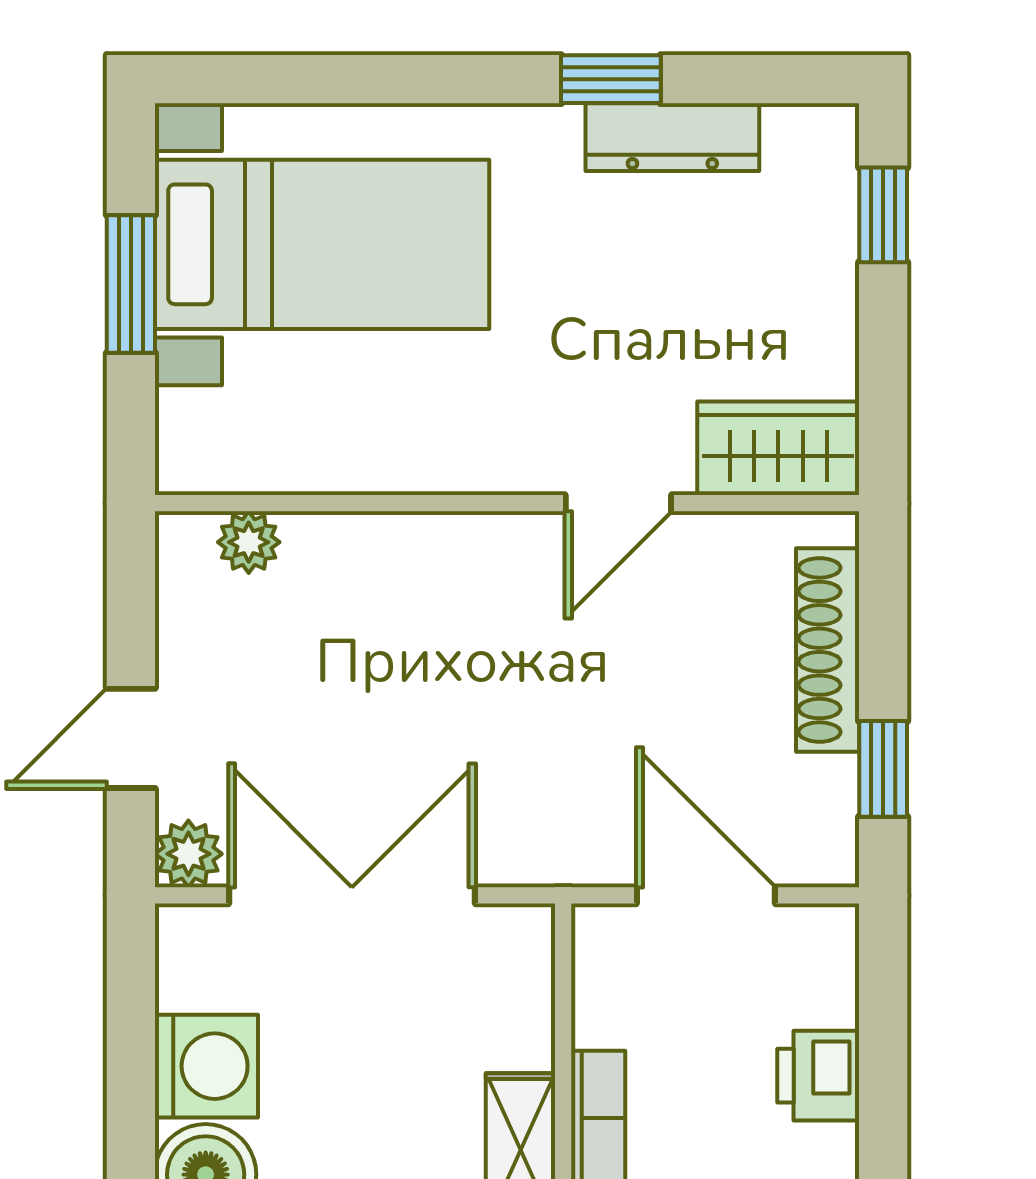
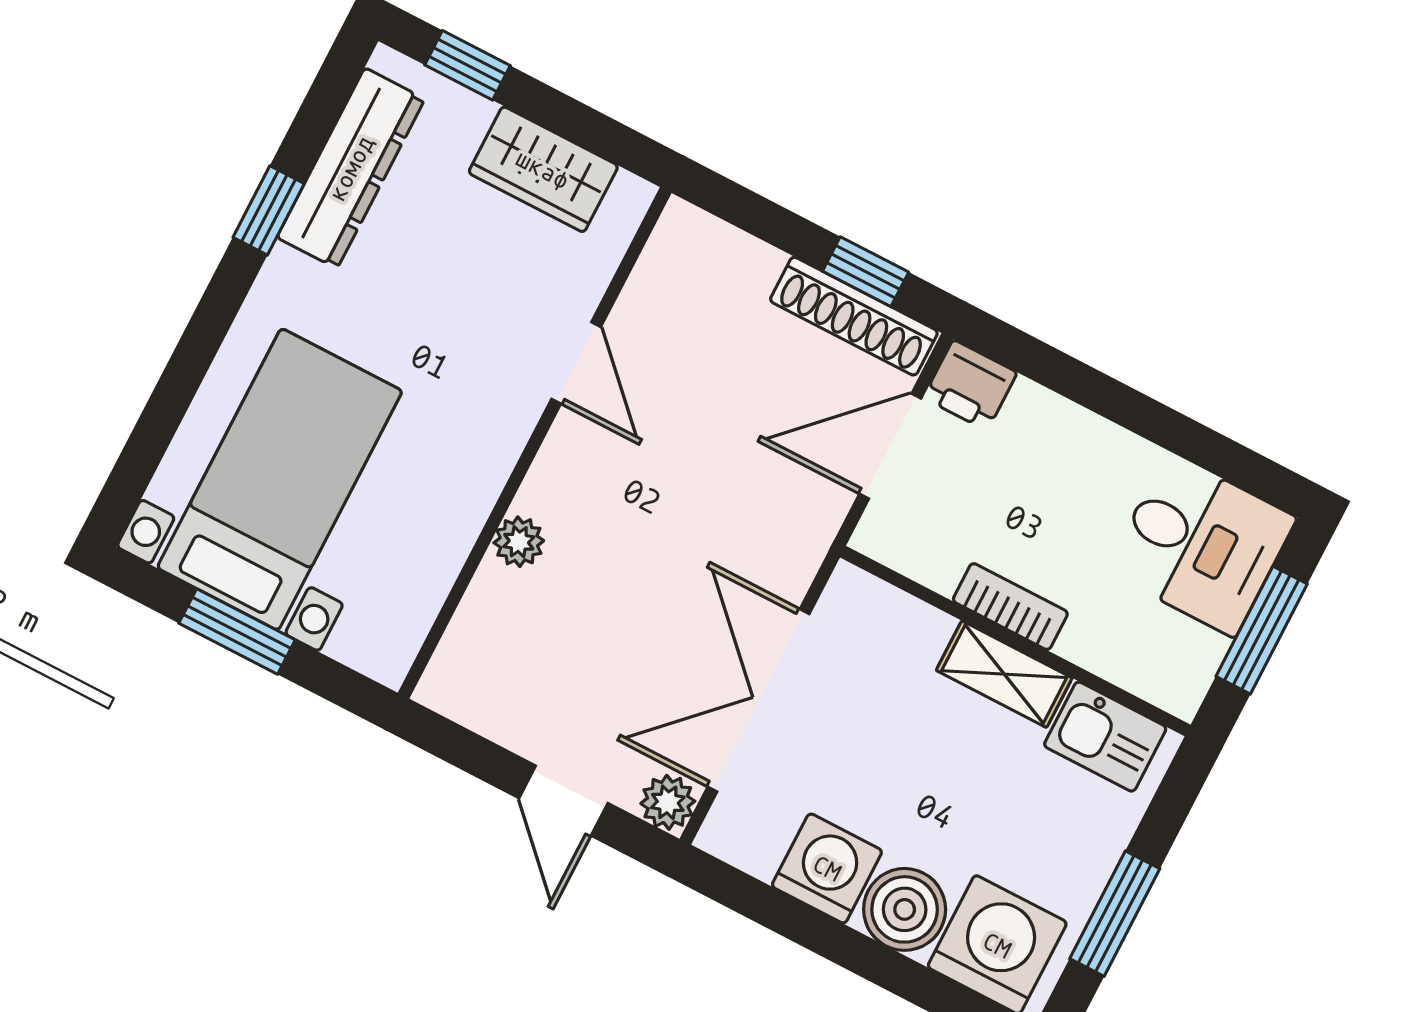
dresser: (672, 137) -> (351, 168), width x1.37, depth x1.24
wardrobe: (778, 448) -> (543, 169), moved, turned -90
plant: (249, 542) -> (519, 542), moved
shoe rack: (828, 650) -> (854, 316), moved
printer: (818, 1076) -> (970, 385), moved

